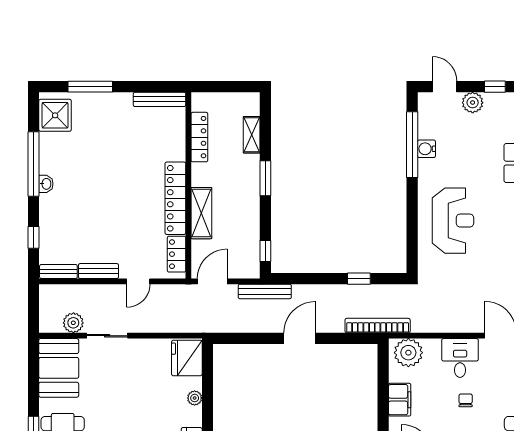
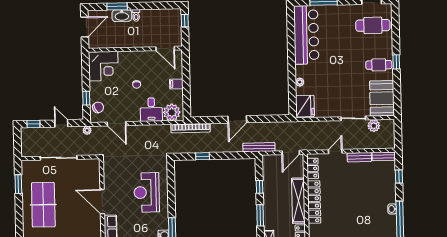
shelving: (201, 213) -> (298, 201), width x1.47
window: (265, 251) -> (259, 187), moved
desk: (460, 358) -> (151, 110), moved
filing cabinet: (400, 400) -> (176, 84), width x0.50

